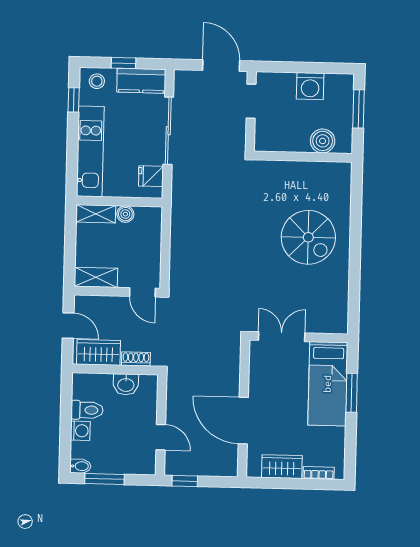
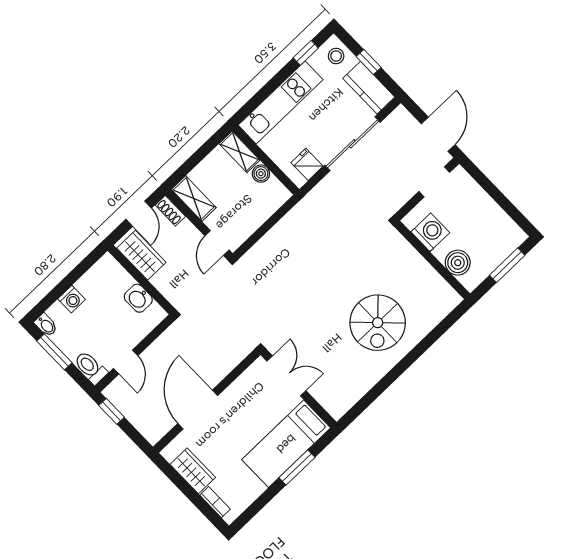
washing machine: (310, 86) -> (430, 232), moved, turned 180
shoe rack: (136, 359) -> (170, 211), moved, turned 180
toilet: (87, 410) -> (90, 368), moved, turned 180

